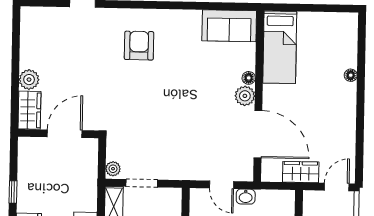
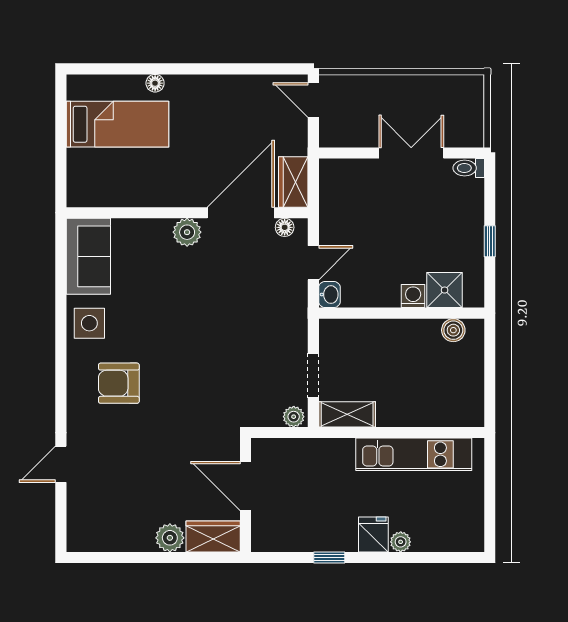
side table: (182, 26) -> (89, 323), added
bed: (280, 47) -> (117, 124), moved
floor lamp: (249, 78) -> (285, 227), moved
wardrobe: (301, 172) -> (293, 182), moved
washbasin: (246, 197) -> (329, 295), moved

